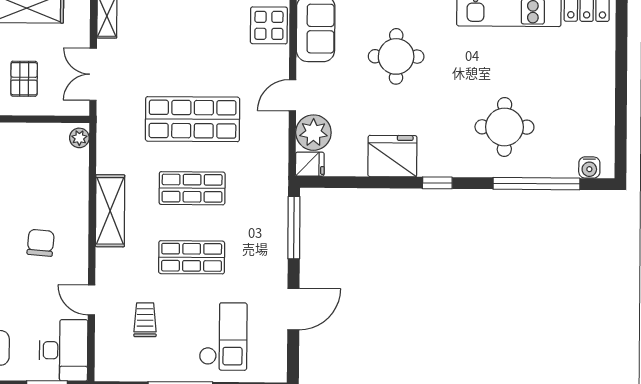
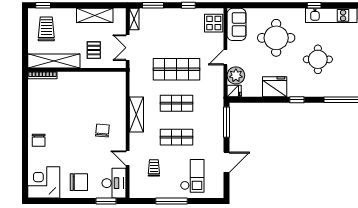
round table: (396, 56) -> (276, 38), width x1.36, depth x1.36
round table: (504, 127) -> (318, 59), moved
plant: (79, 138) -> (121, 79), removed

